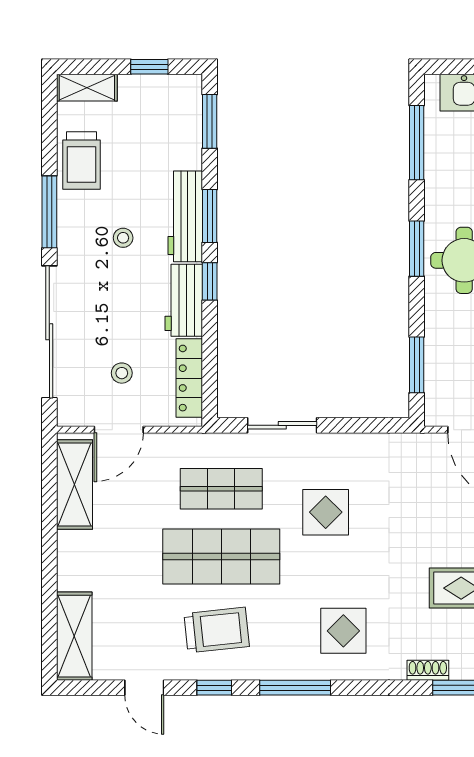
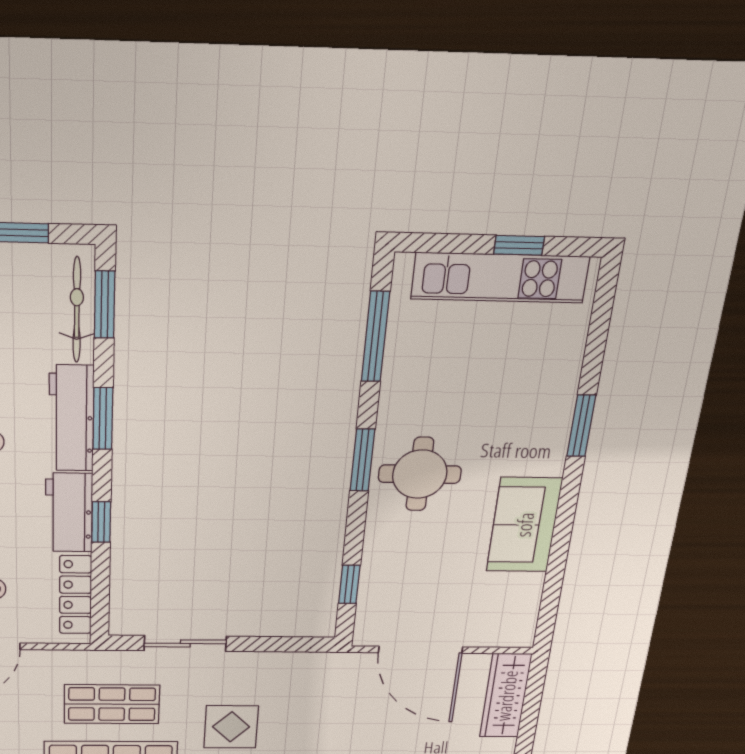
bicycle: (189, 126) -> (77, 310), added
window: (210, 281) -> (101, 522), moved
window: (417, 365) -> (349, 584), width x0.67

